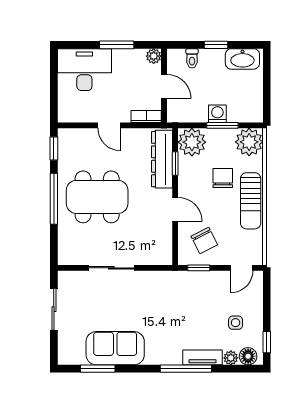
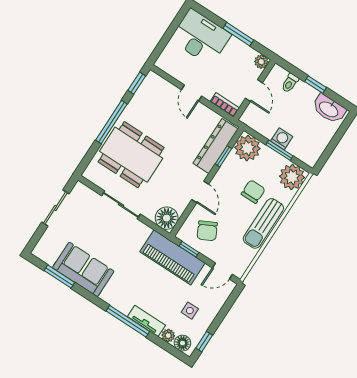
dining table: (97, 197) -> (131, 155), moved
floor lamp: (160, 253) -> (167, 218), added
piano: (189, 285) -> (172, 257), added

